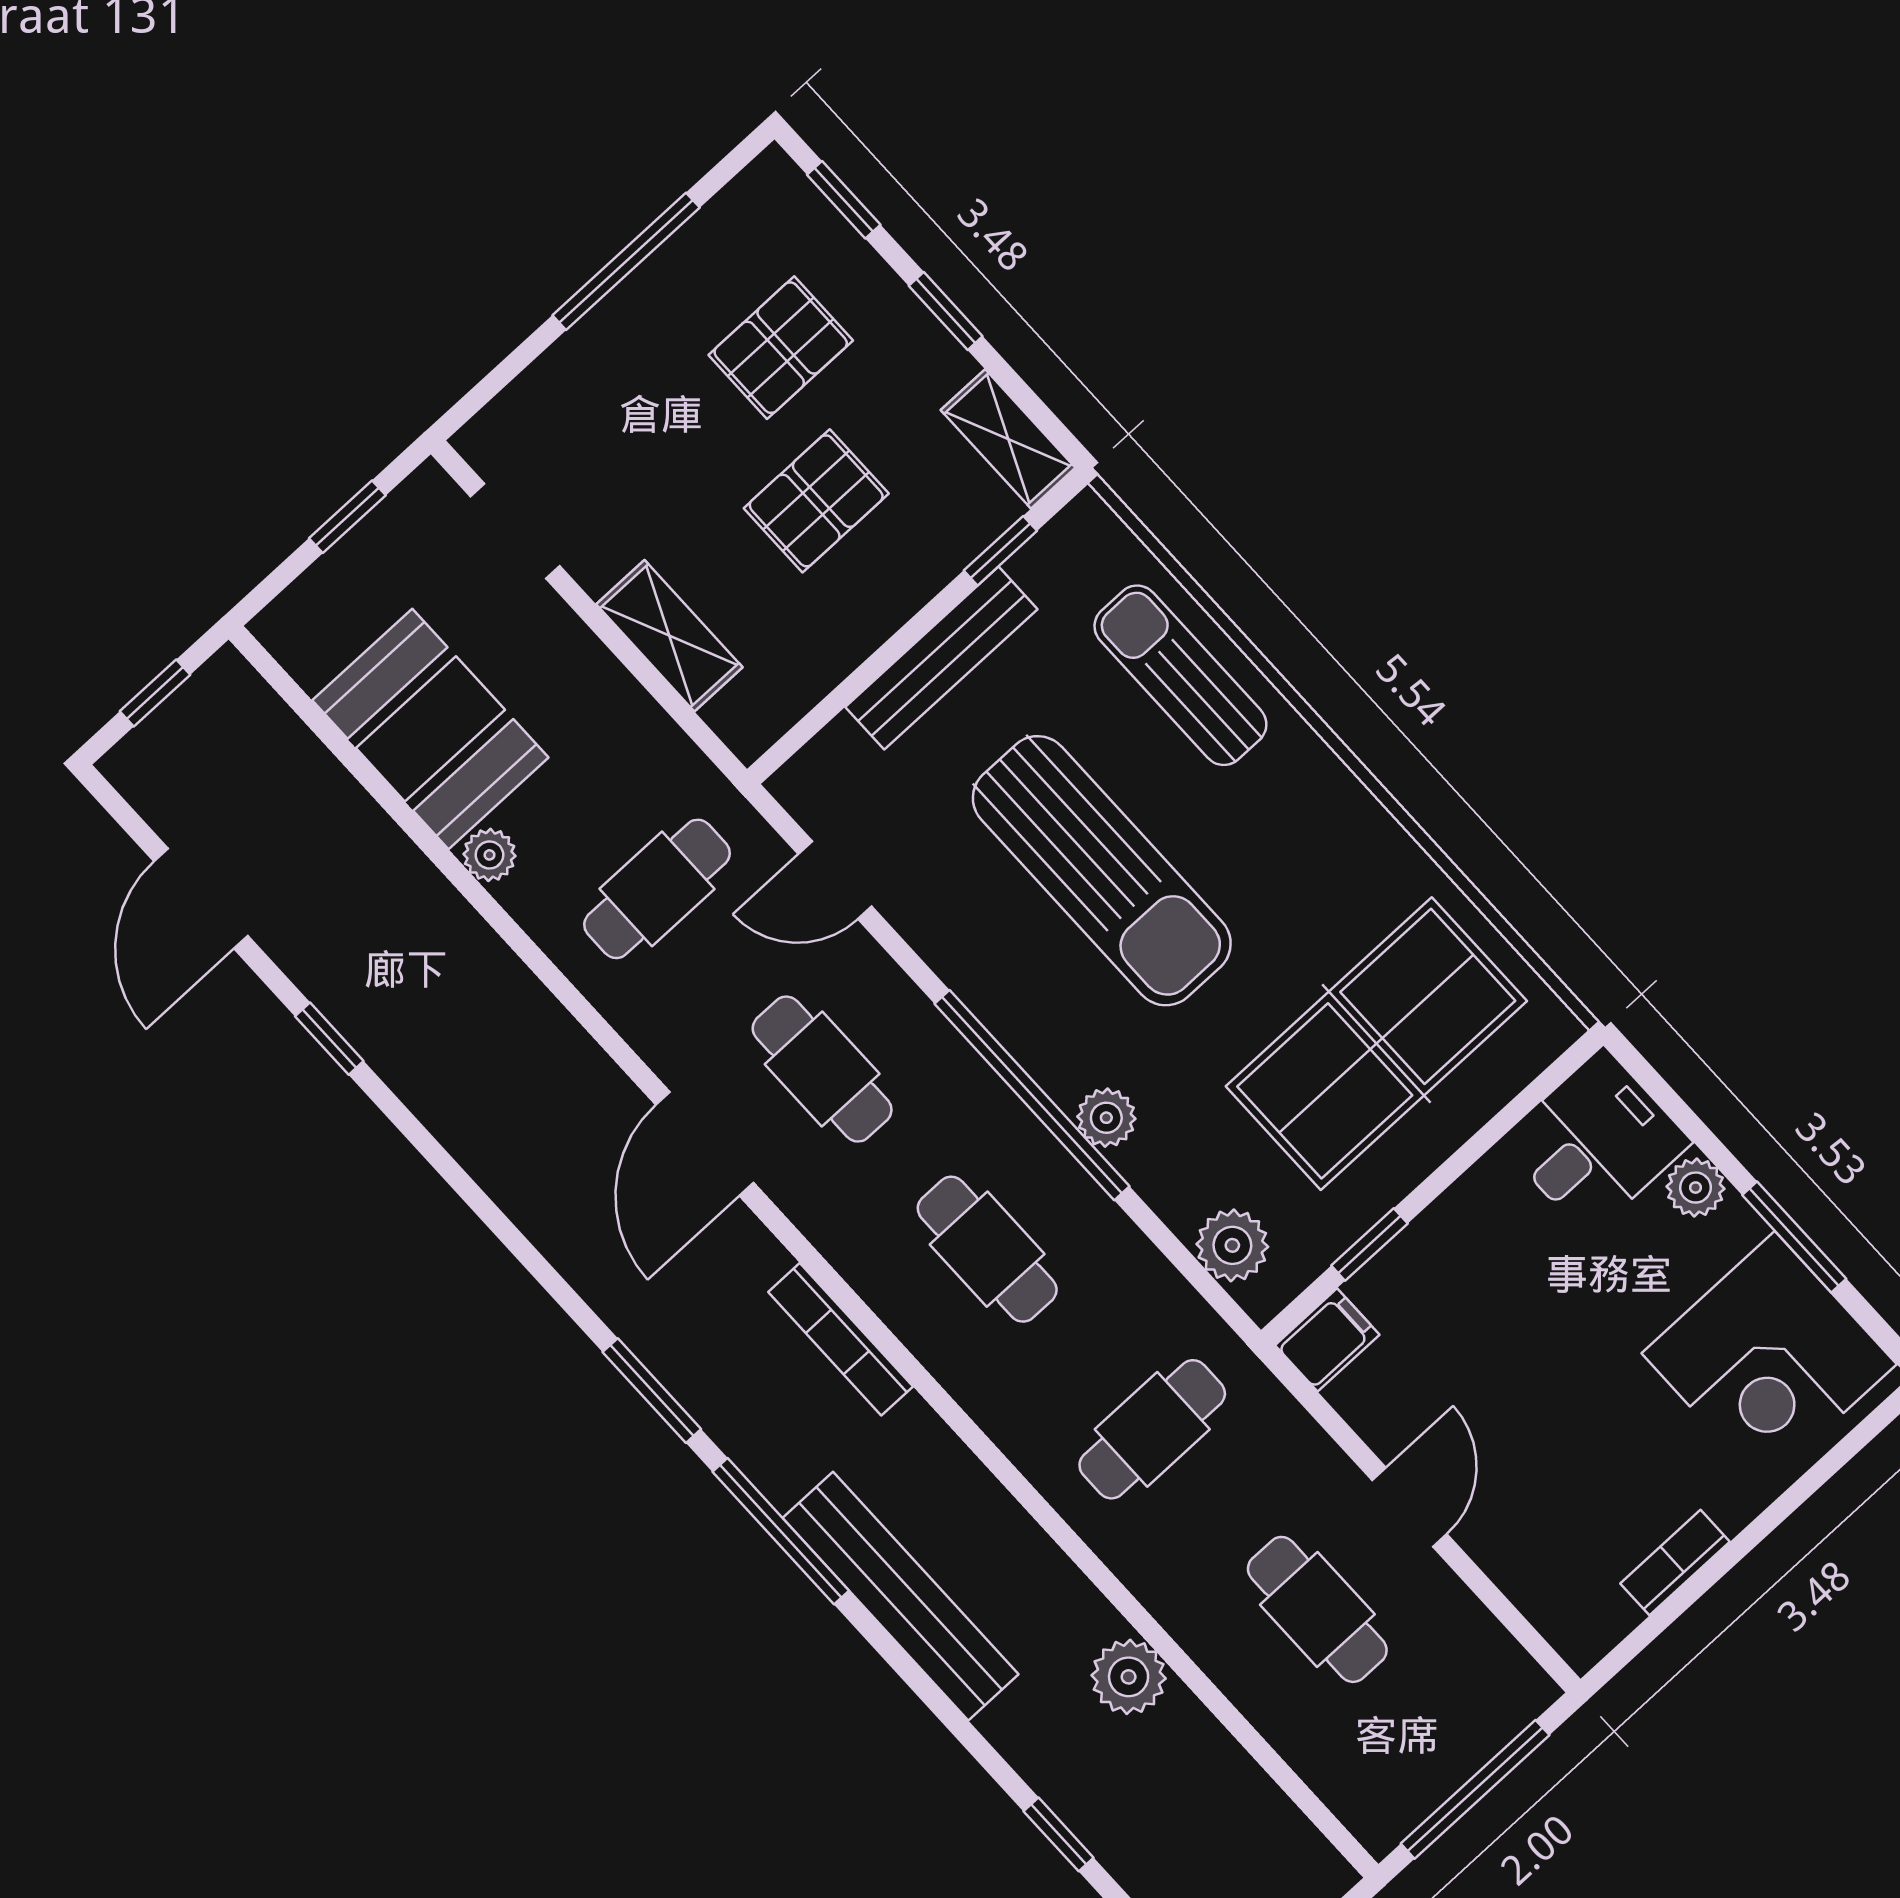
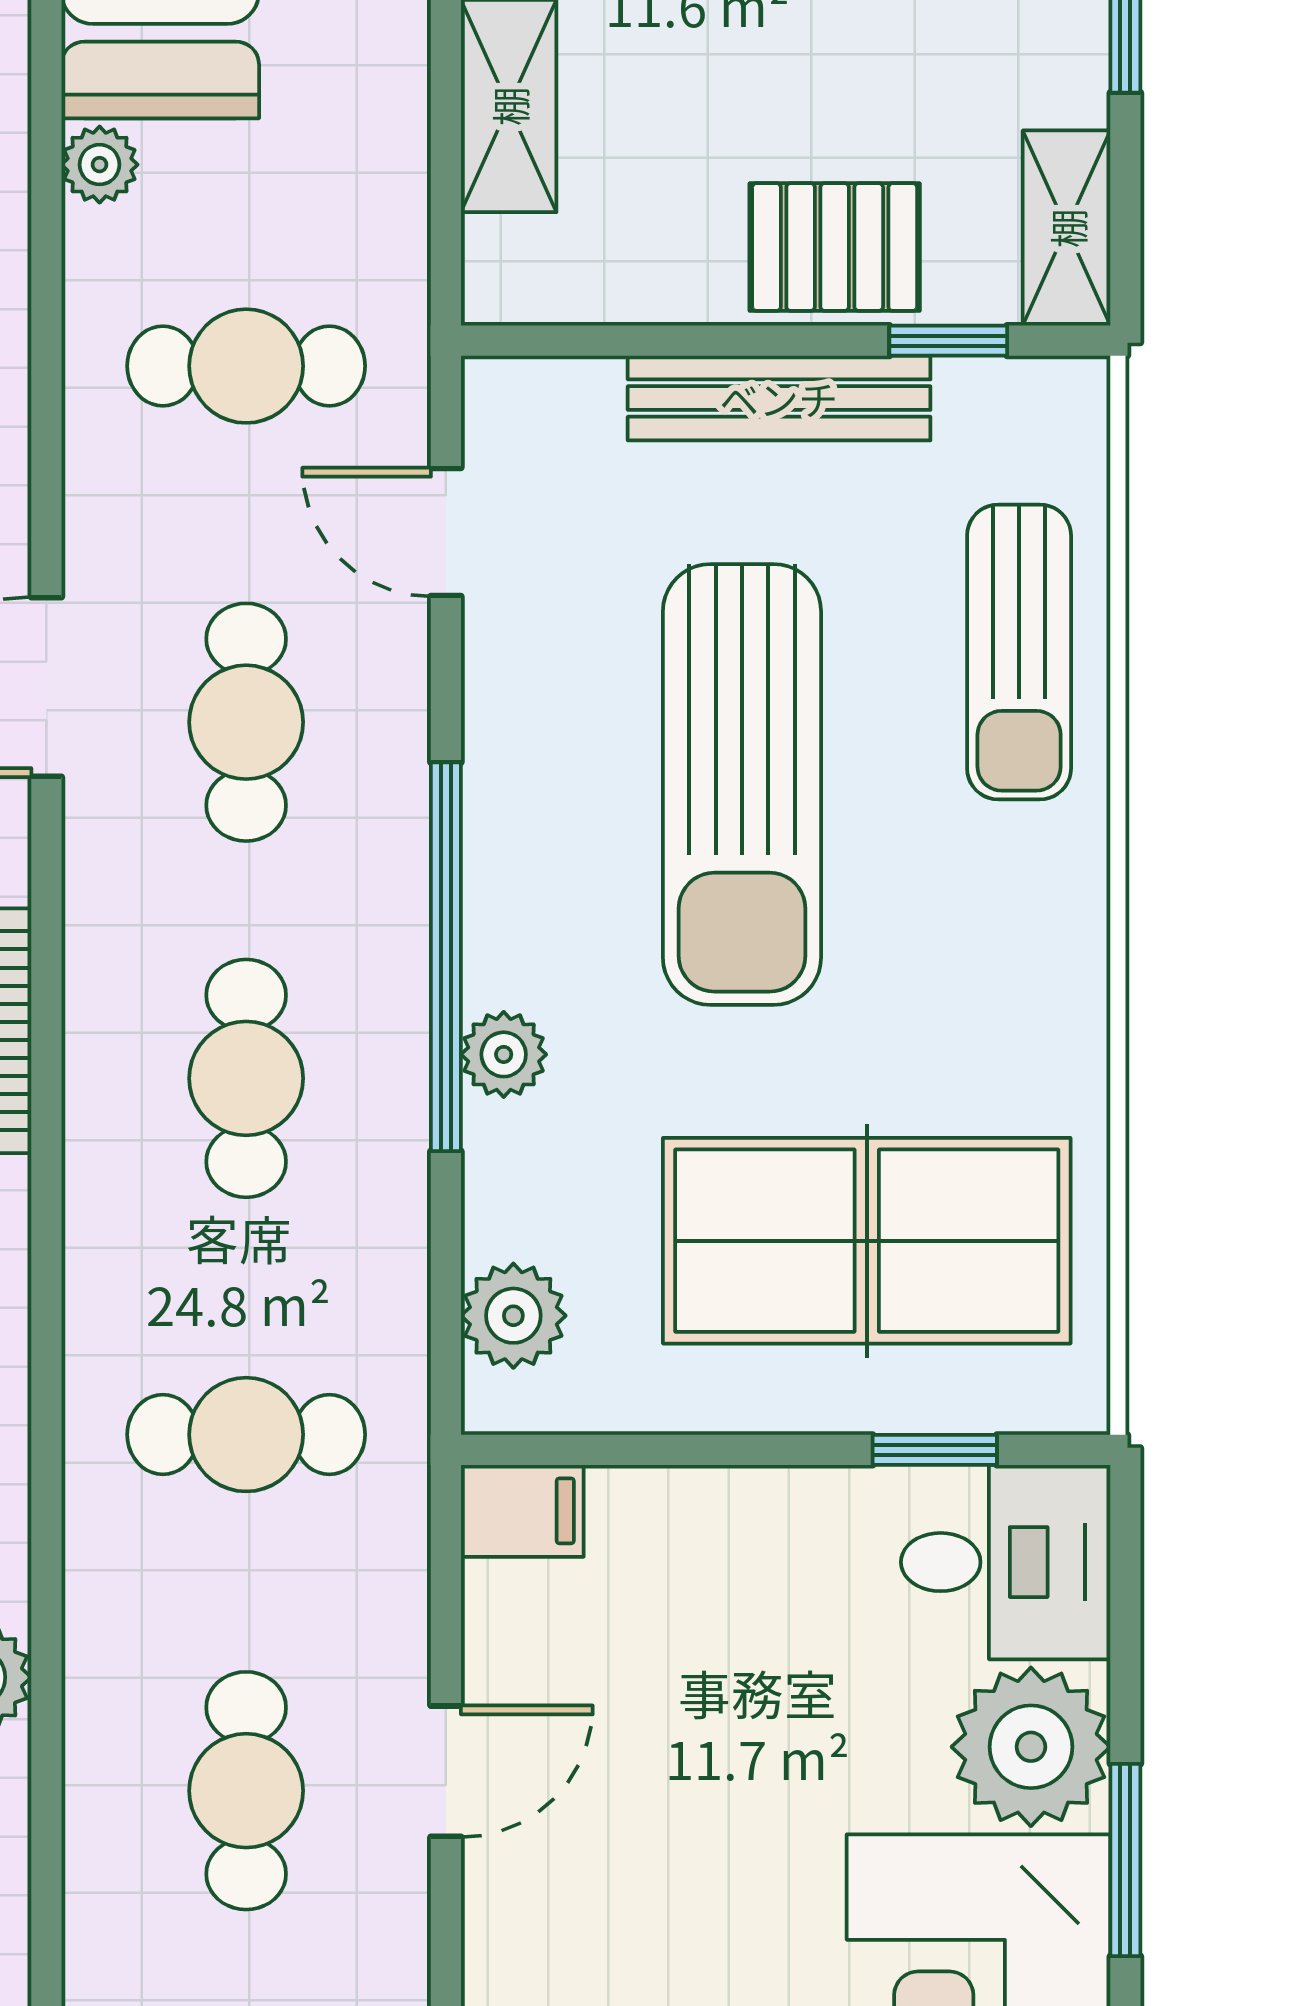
pallet: (816, 501) -> (835, 247), moved
sun lounger: (1180, 675) -> (1019, 652), turned 180
plant: (1695, 1188) -> (1031, 1747), width x1.87, depth x1.87
window: (1369, 1245) -> (935, 1450), moved

